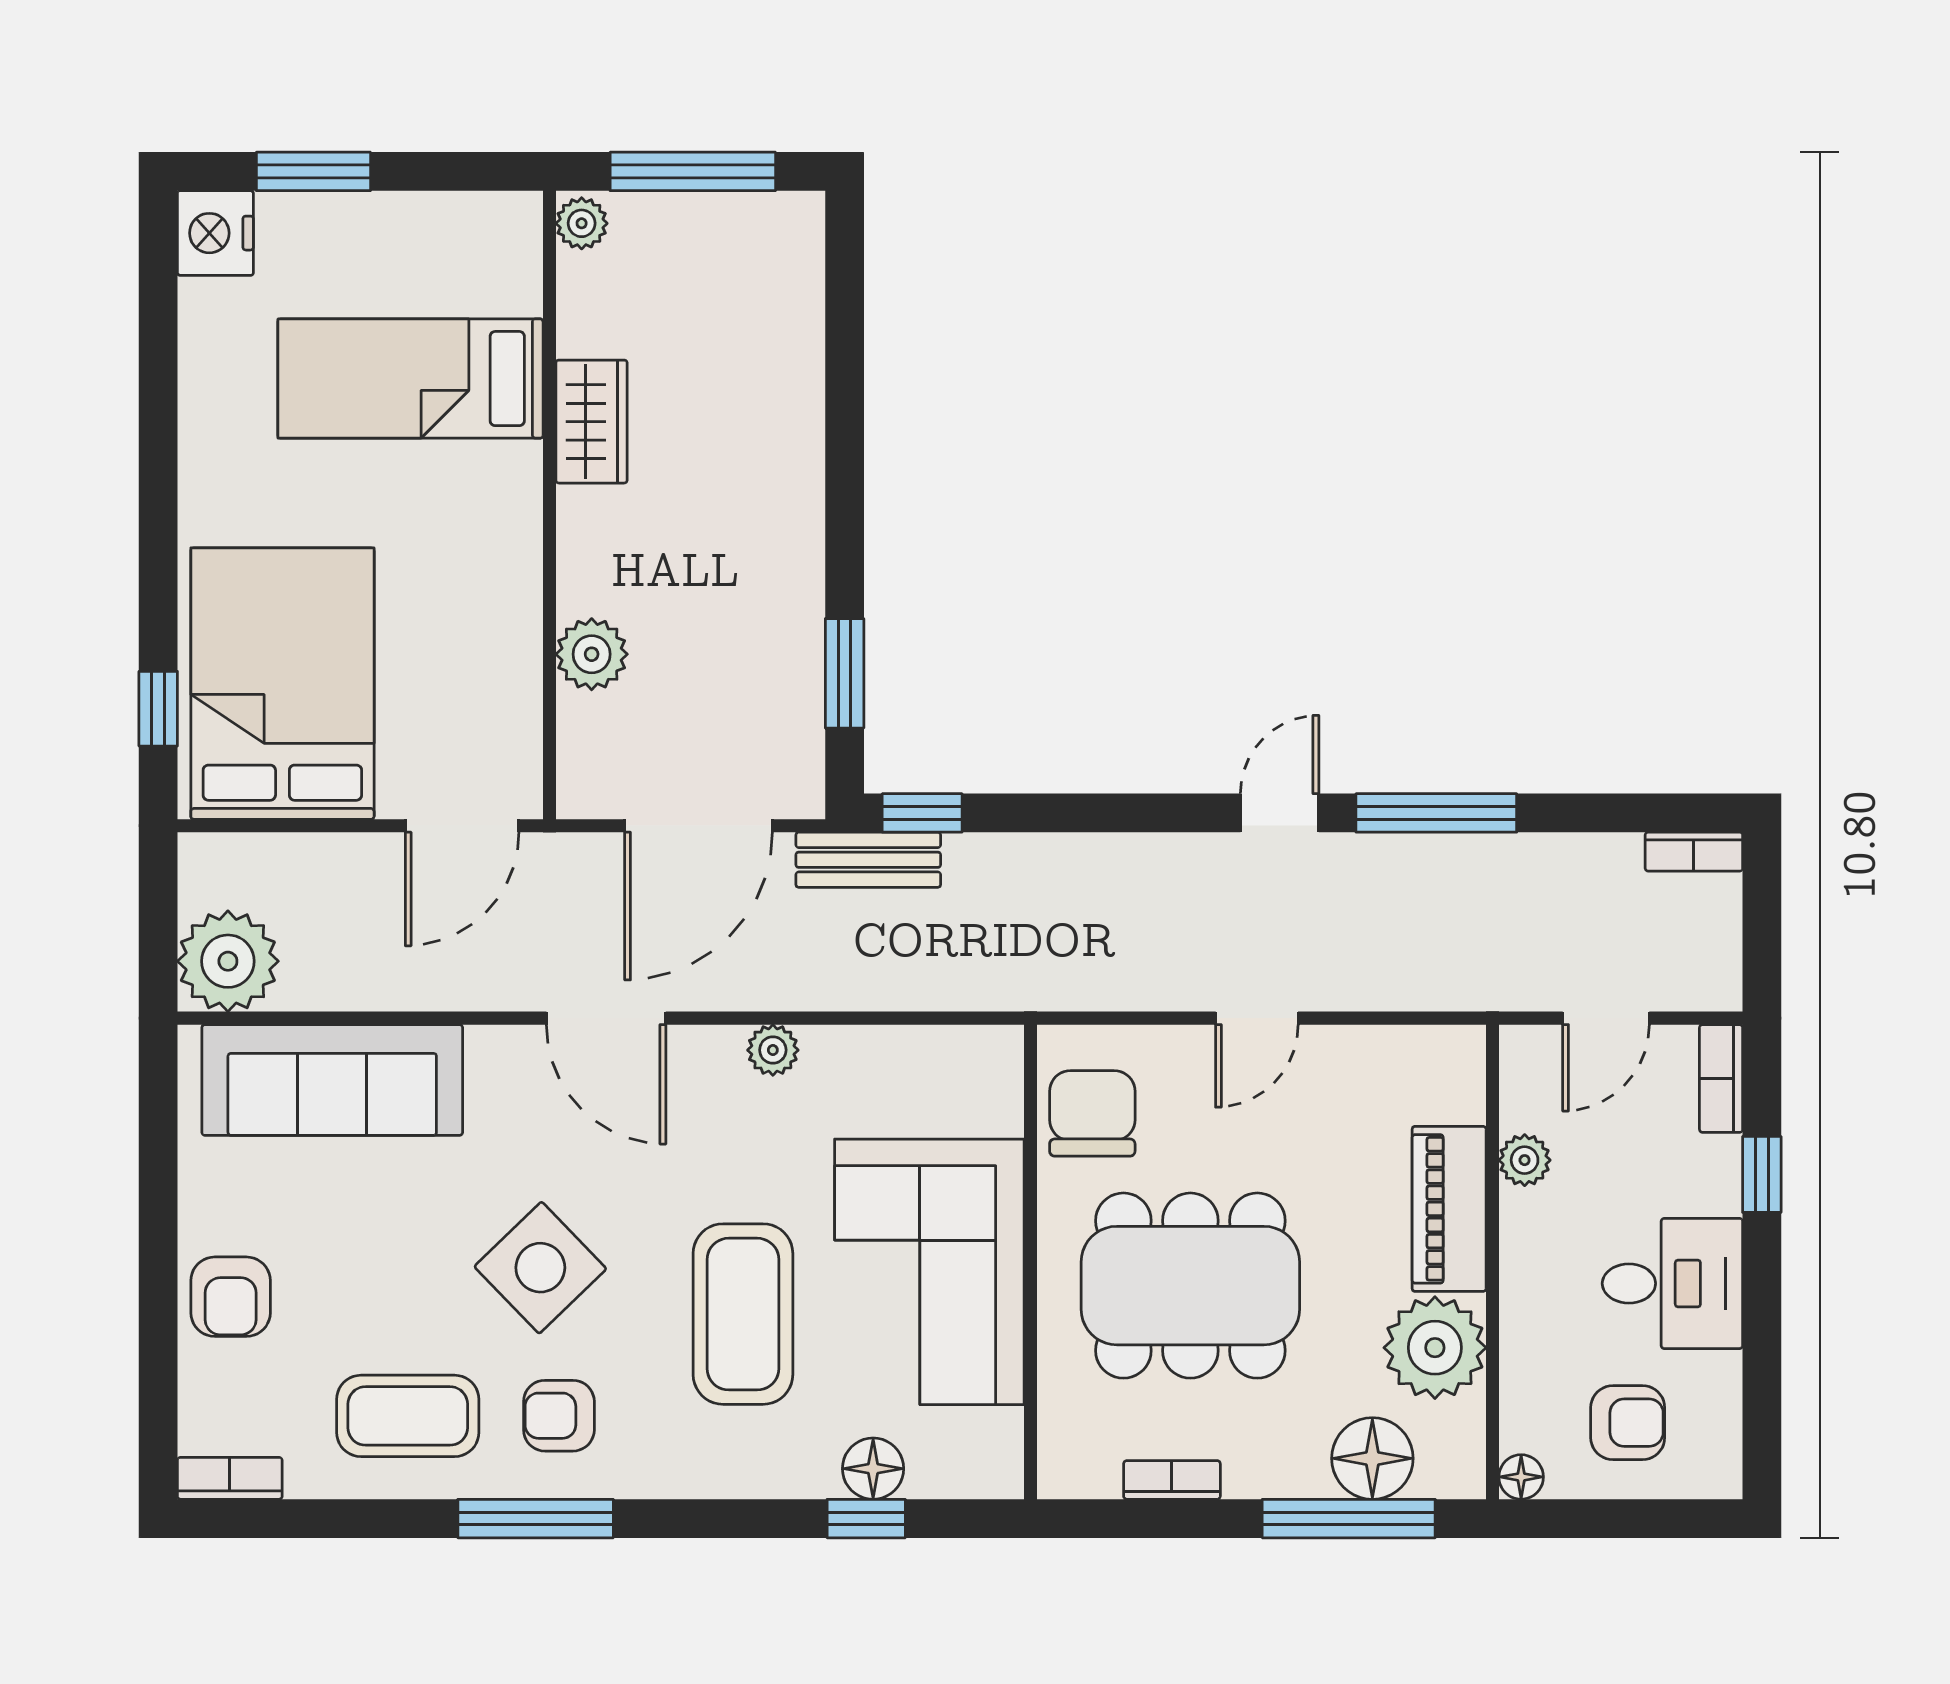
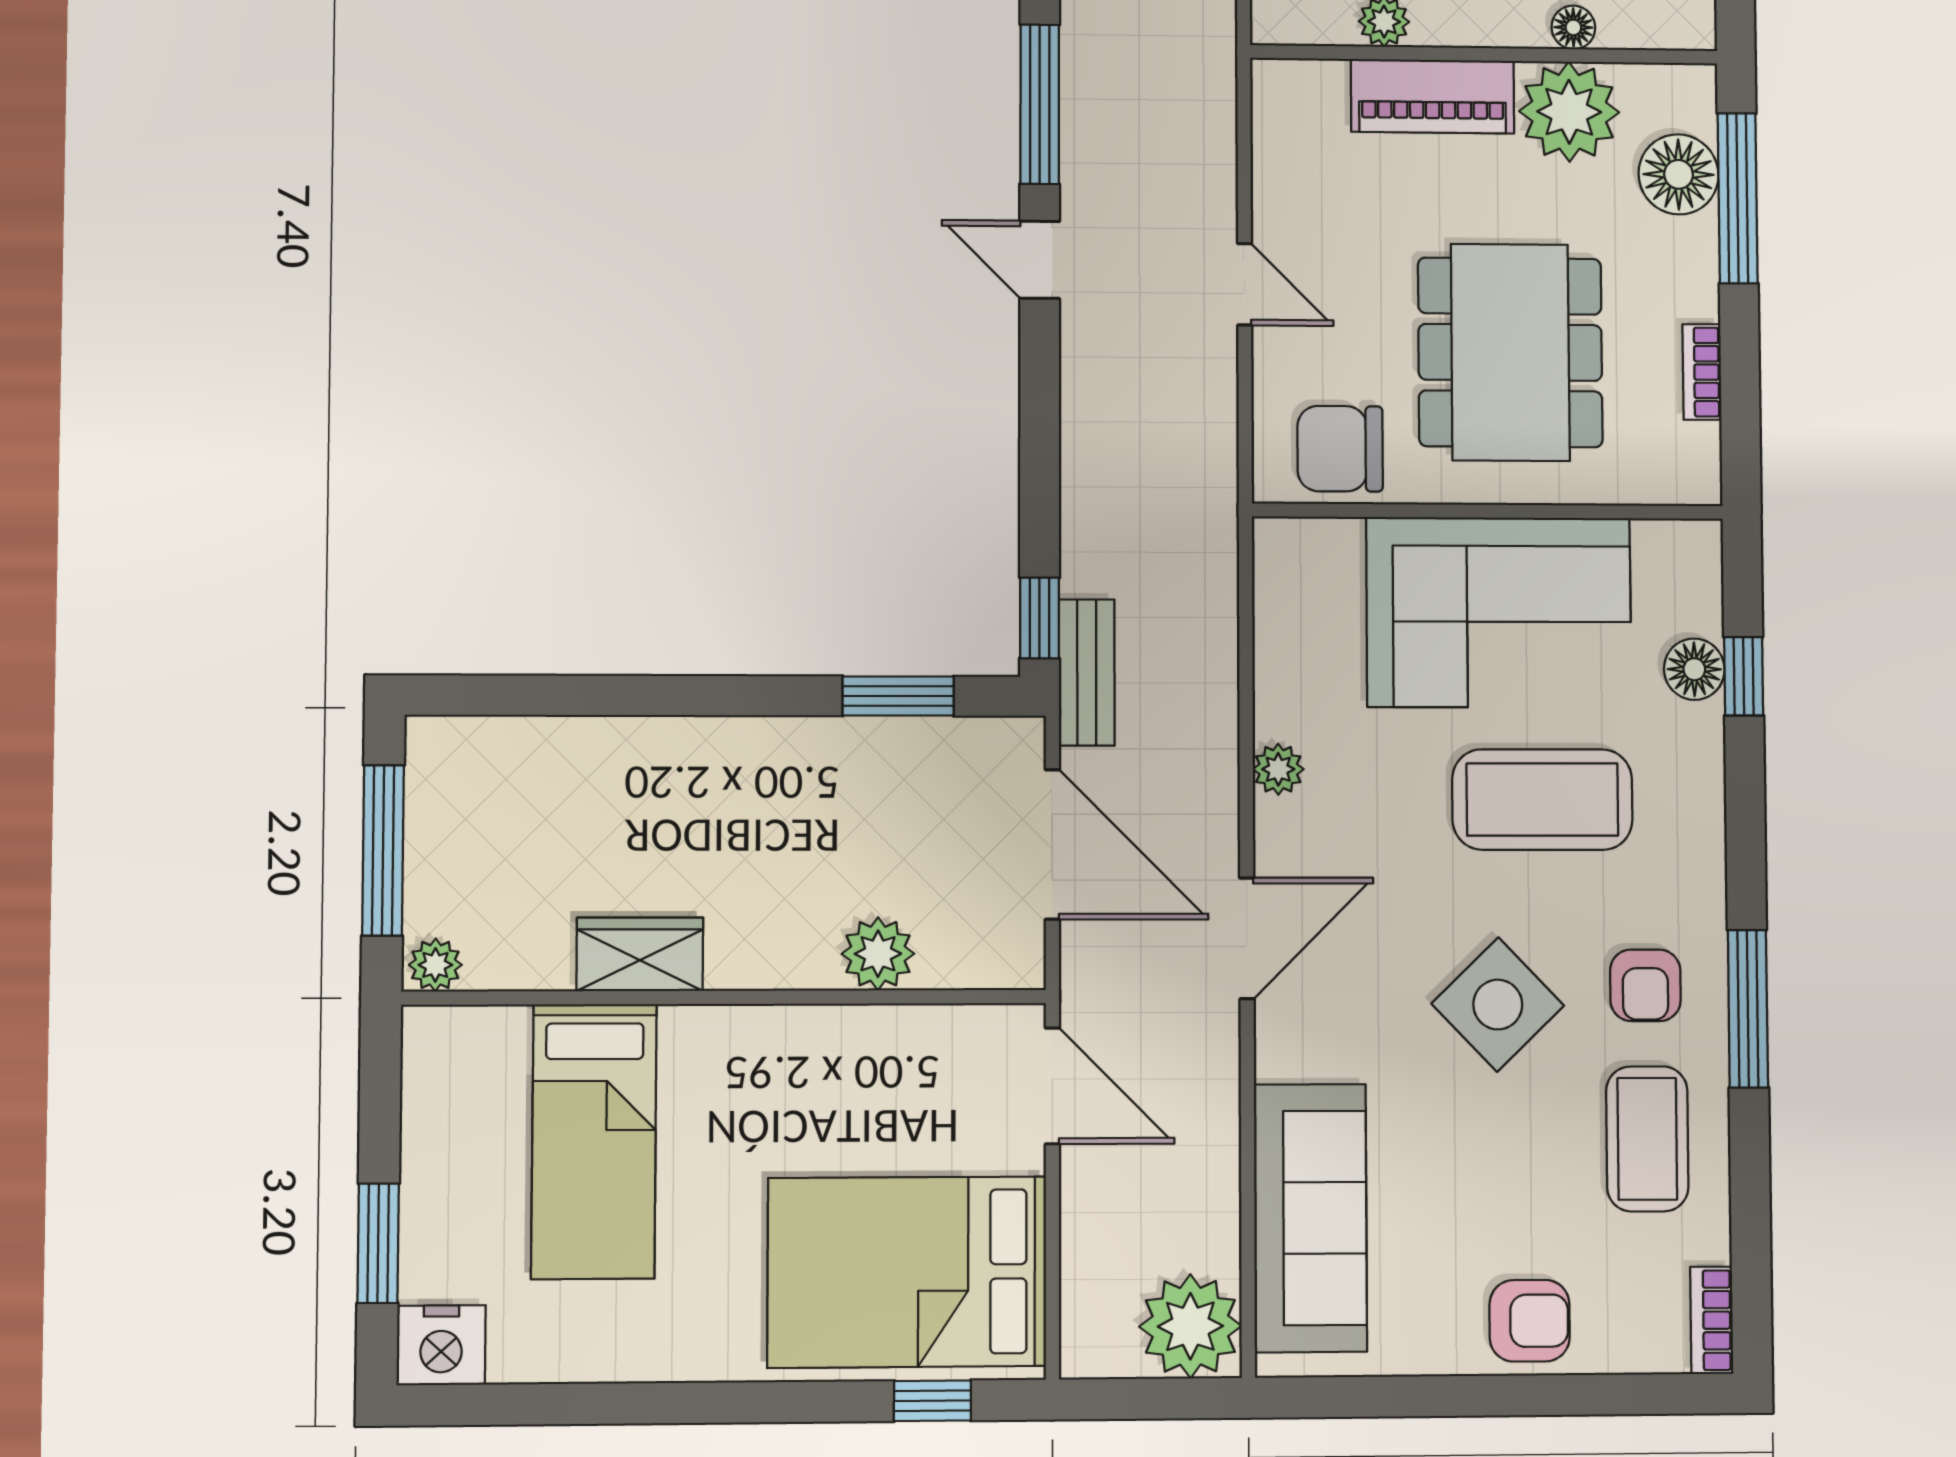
floor lamp: (1521, 1477) -> (1573, 27), moved

